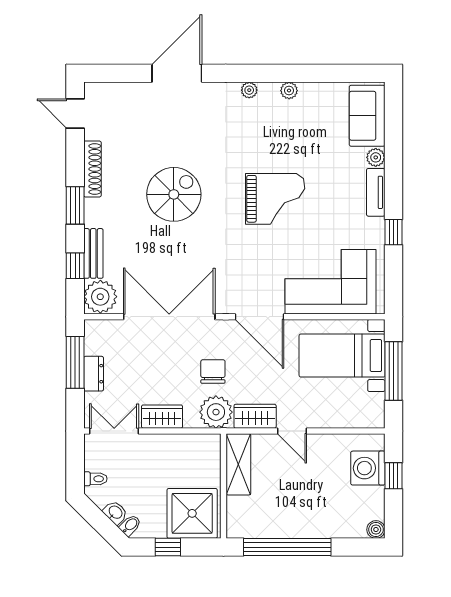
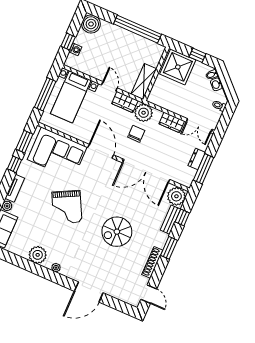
plant: (289, 91) -> (38, 255), width x1.88, depth x1.88
grand piano: (275, 199) -> (67, 207), turned -117
window: (394, 277) -> (24, 142), added
bed with nightstands: (342, 356) -> (71, 97), moved, turned 90
chair: (213, 371) -> (136, 134), turned 180
washing machine: (368, 468) -> (75, 49), width x0.53, depth x0.53
boiler: (376, 530) -> (91, 24), width x1.86, depth x1.86

